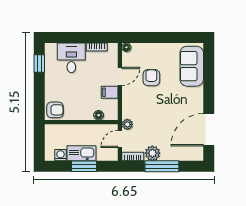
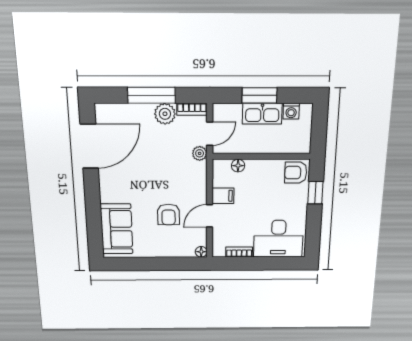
desk: (71, 58) -> (278, 239), width x1.37
window: (39, 64) -> (315, 193), moved

